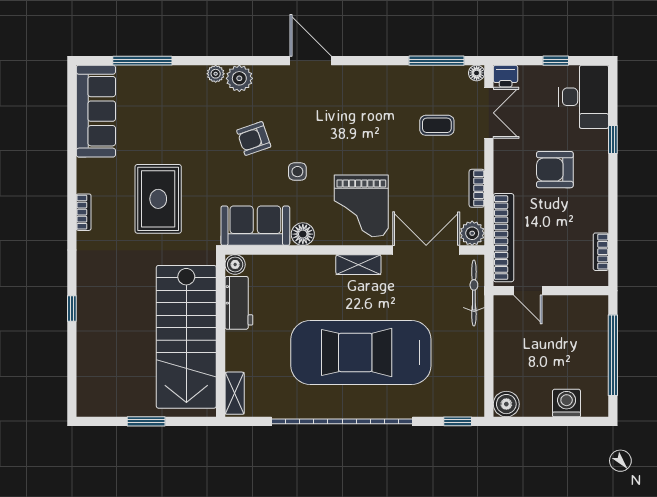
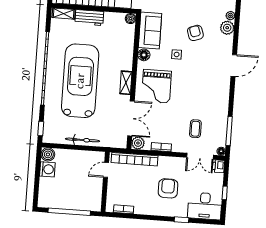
grand piano: (361, 206) -> (156, 86), turned -90
bicycle: (474, 293) -> (82, 140), moved
workbench: (239, 303) -> (89, 18), moved
washing machine: (567, 403) -> (47, 169), moved

